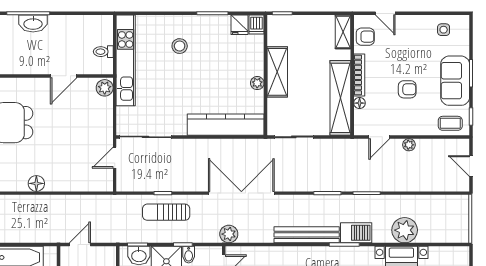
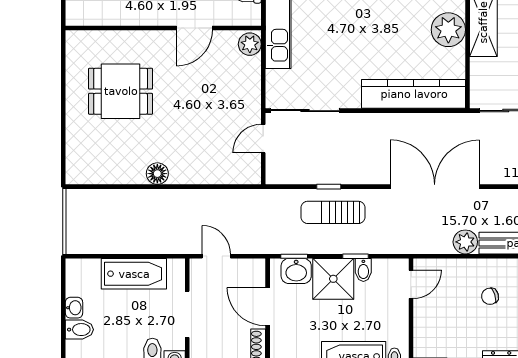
plant: (257, 83) -> (448, 30), width x1.87, depth x1.87
plant: (229, 234) -> (465, 242), moved
door: (80, 245) -> (216, 256), hinge flipped

